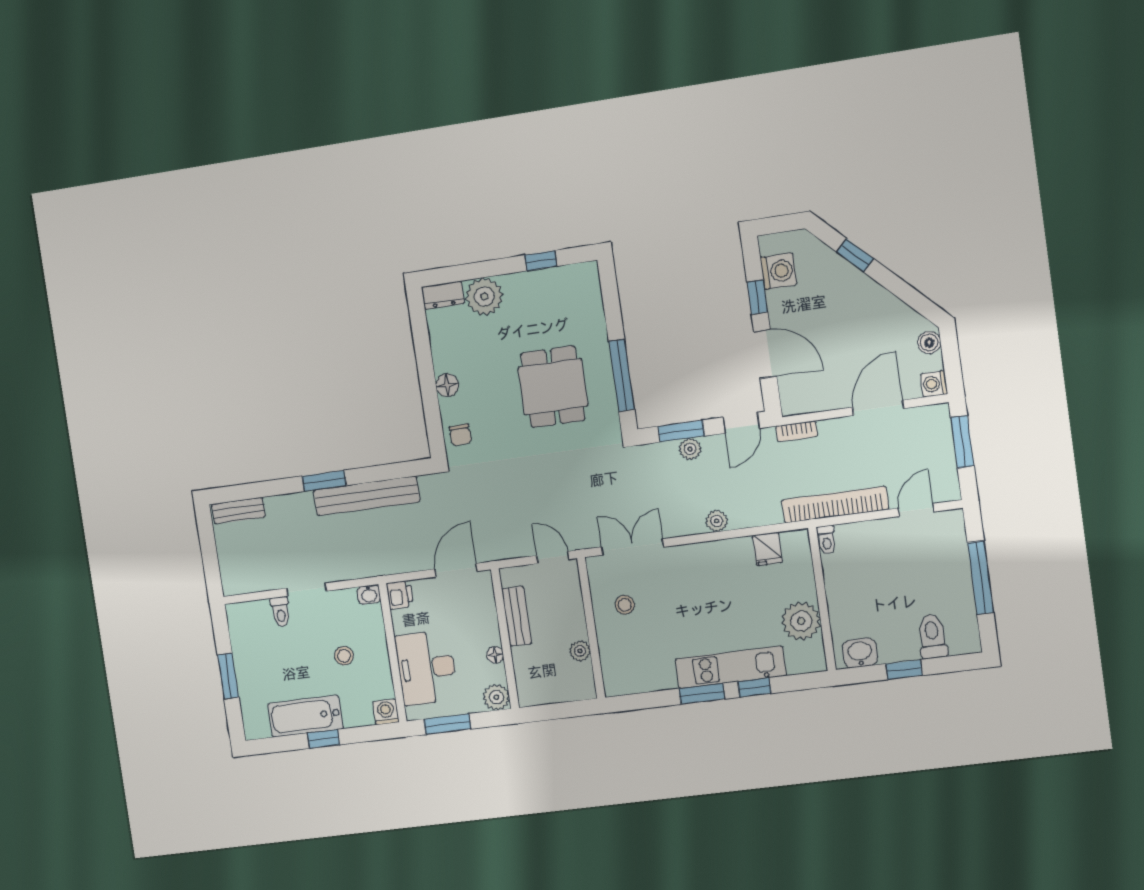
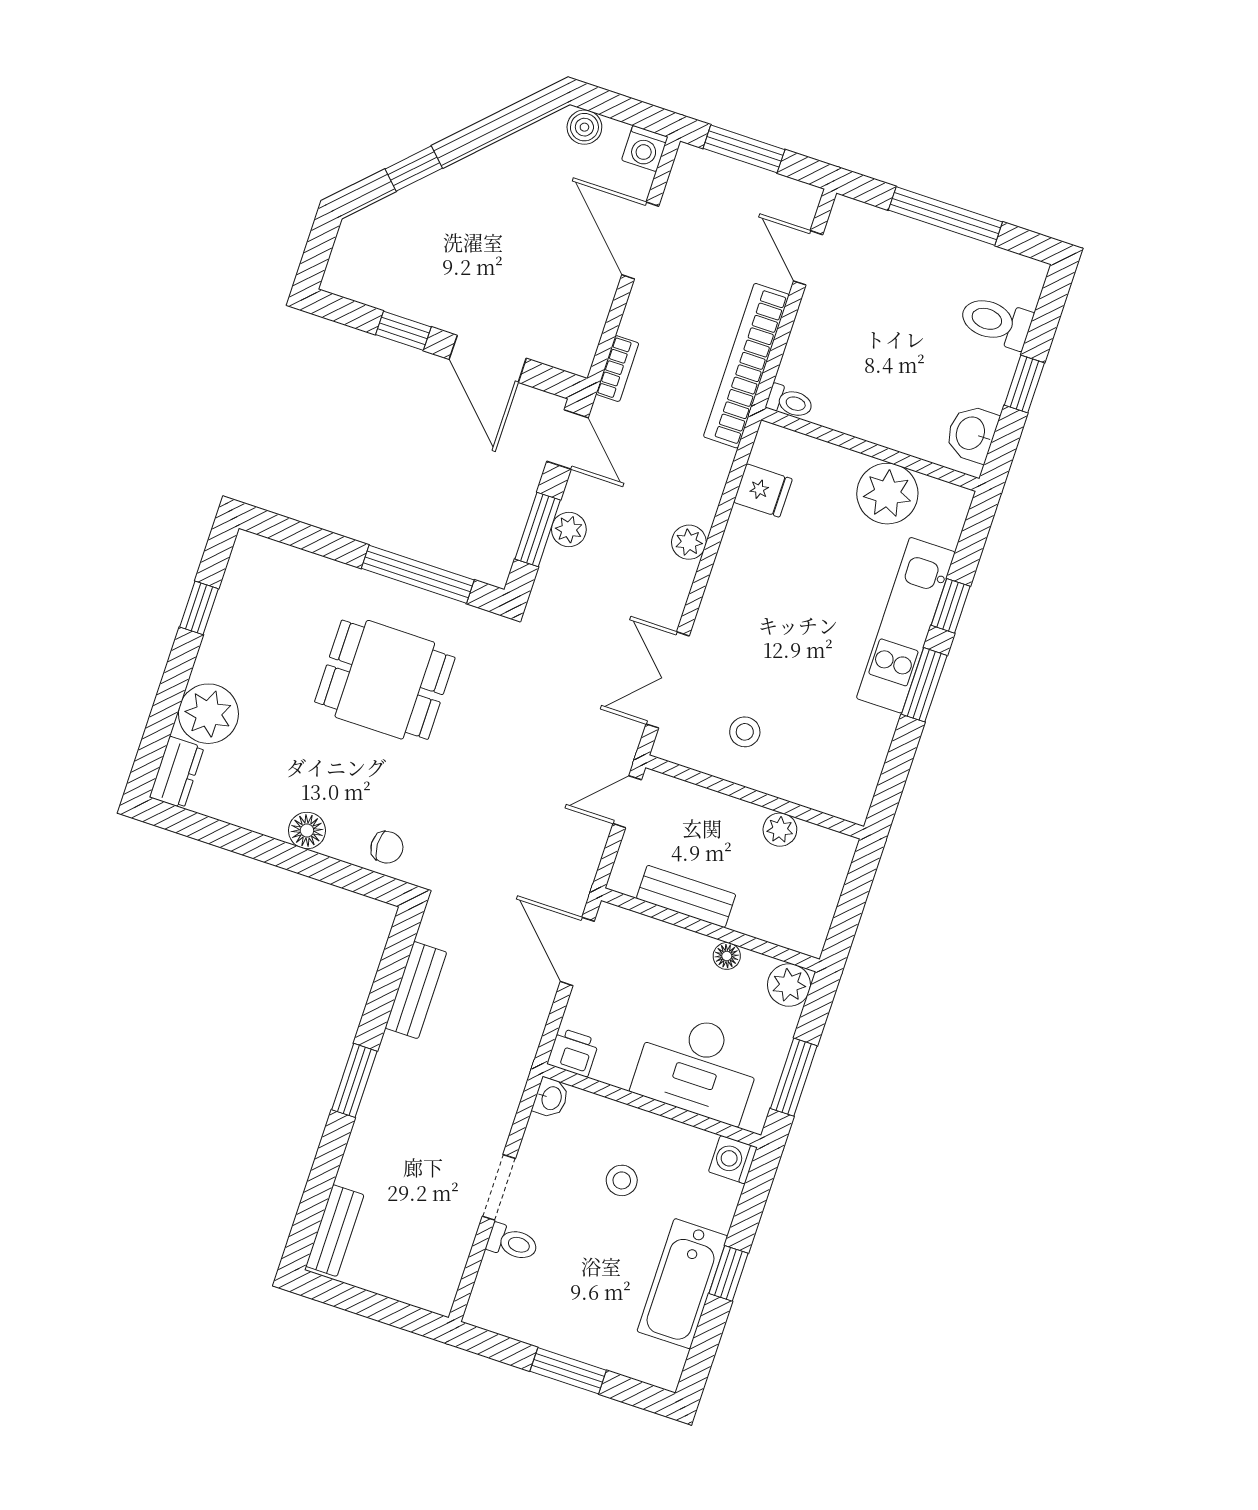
washing machine: (778, 271) -> (382, 284), removed
door: (765, 354) -> (488, 359), swing flipped
bench: (367, 496) -> (416, 990), width x0.54, depth x0.82

